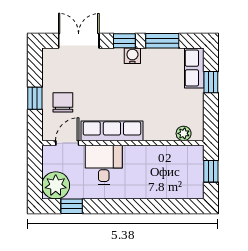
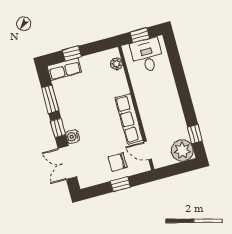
water cooler: (132, 56) -> (73, 137), moved
desk: (104, 165) -> (147, 55), moved, turned 90

